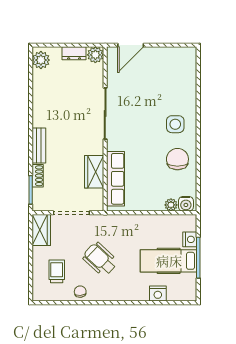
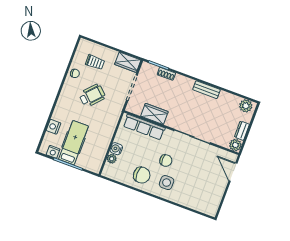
chair: (148, 135) -> (166, 161), added
bench: (39, 146) -> (207, 90), moved
water cooler: (186, 204) -> (116, 149), moved
nightstand: (190, 239) -> (53, 152), moved

